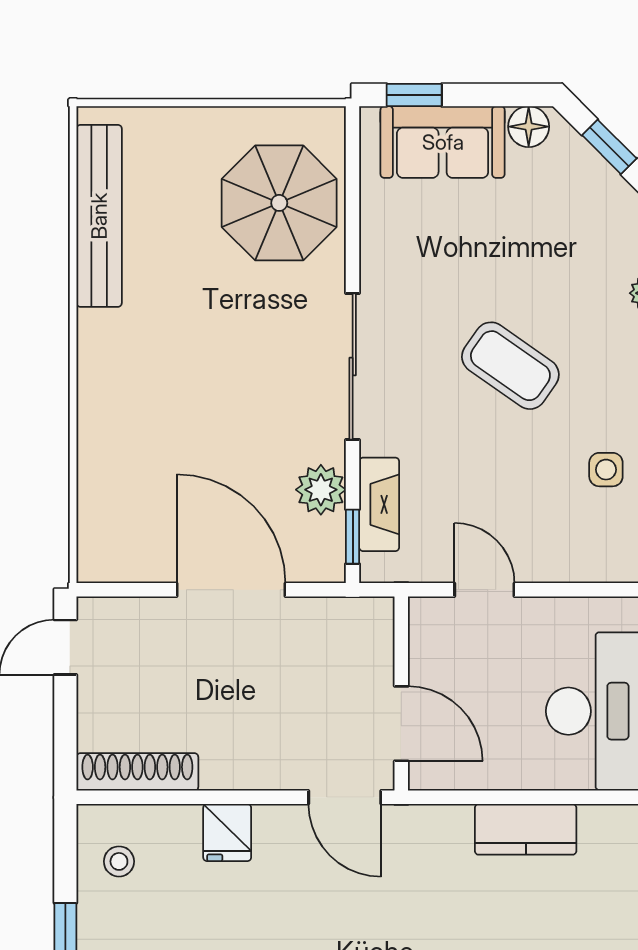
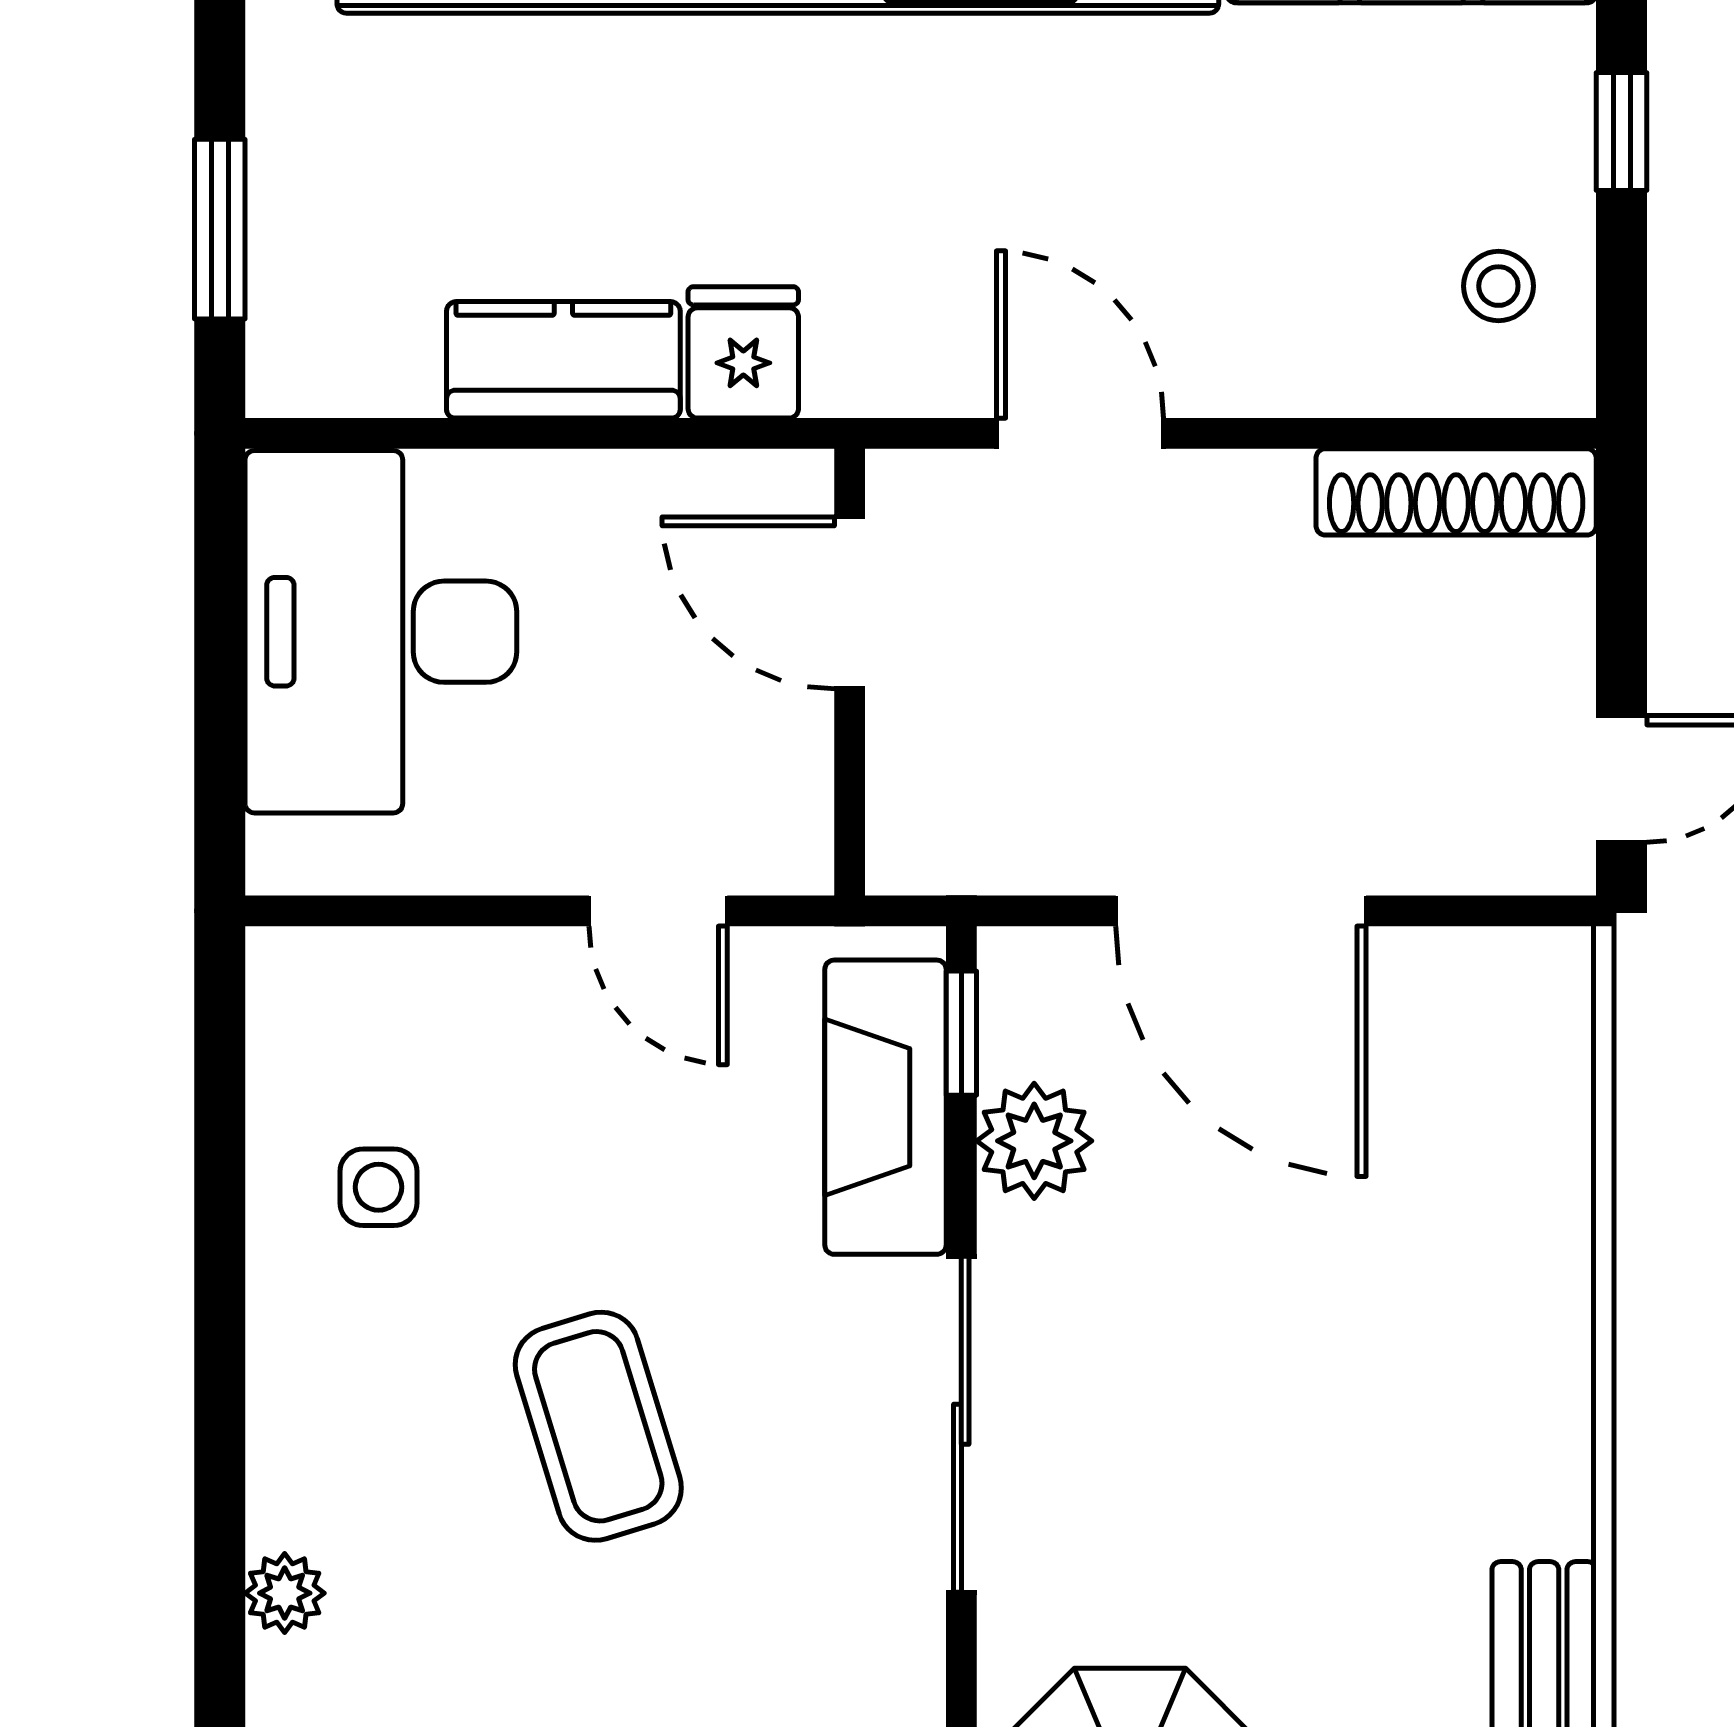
coffee table: (510, 366) -> (598, 1426), turned 38
fireplace: (379, 504) -> (885, 1107), width x1.37, depth x1.32
door: (345, 797) -> (1080, 433), moved
fridge: (227, 833) -> (743, 352), moved

